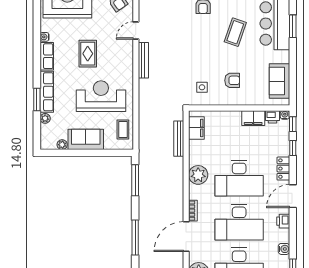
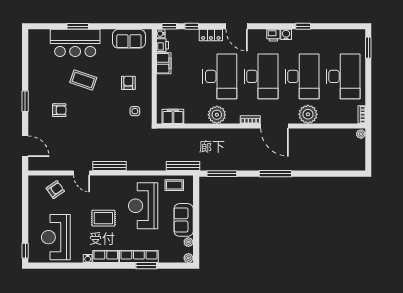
plant: (45, 118) -> (188, 258), moved
bench: (179, 139) -> (183, 166), moved
printer: (283, 221) -> (273, 35), moved

